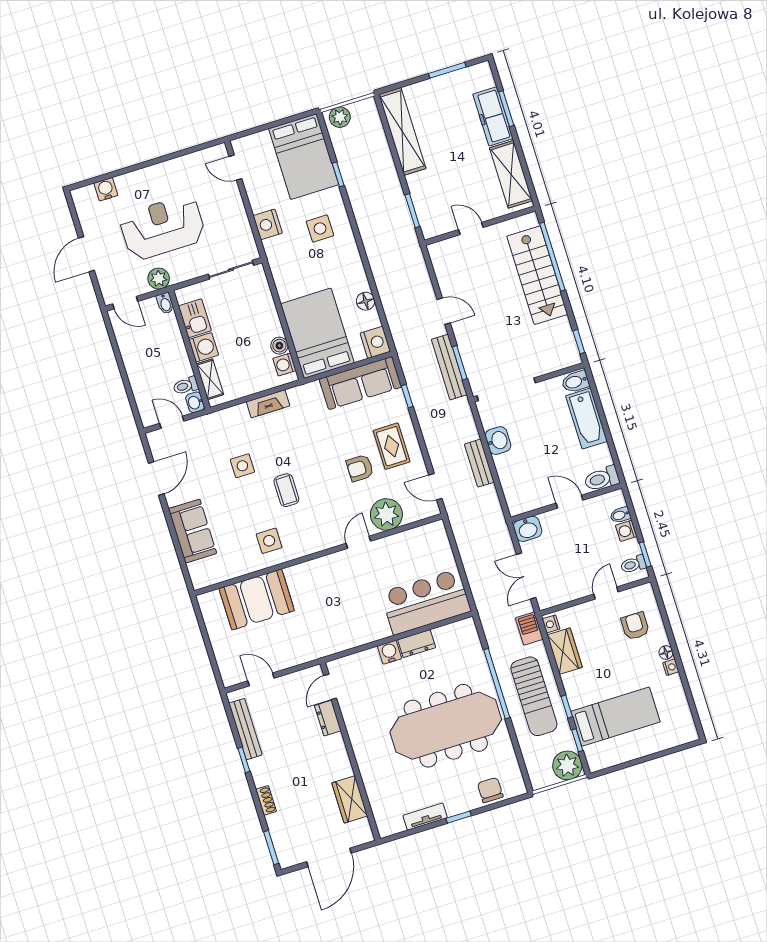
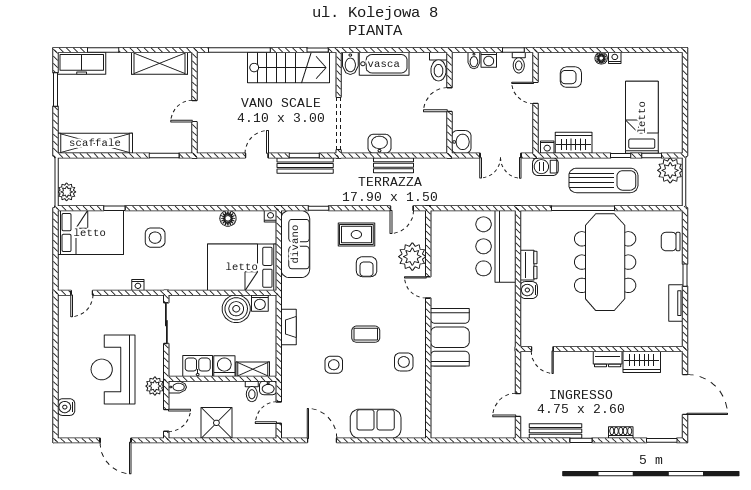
freezer: (493, 116) -> (82, 63), moved
nightstand: (268, 224) -> (138, 285), width x0.53, depth x0.56
stairs: (537, 275) -> (288, 68), moved
nightstand: (375, 342) -> (271, 216), width x0.53, depth x0.56
boiler: (279, 346) -> (236, 309), width x1.86, depth x1.86
shower: (140, 358) -> (216, 423), added
booth: (257, 600) -> (450, 337), moved
dresser: (328, 718) -> (608, 359), moved

